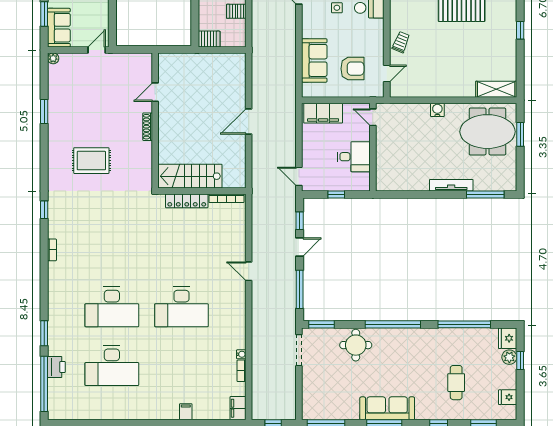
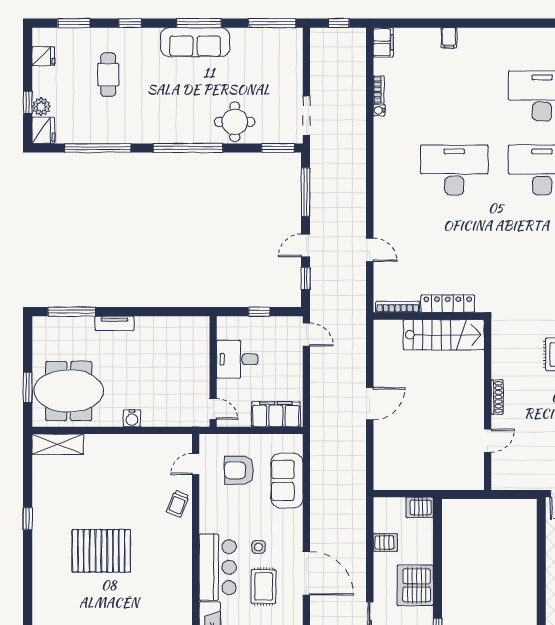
tv unit: (451, 185) -> (114, 323), width x0.71
door: (249, 271) -> (370, 250), moved

